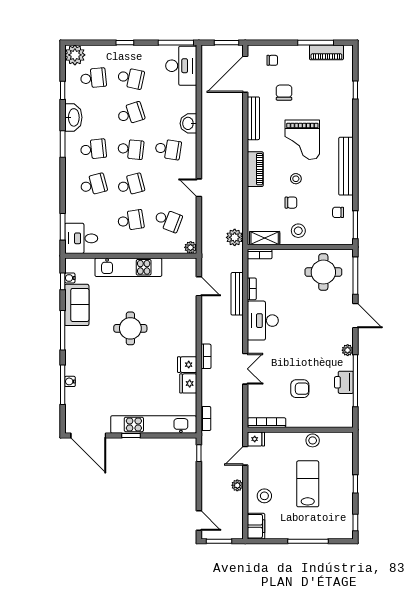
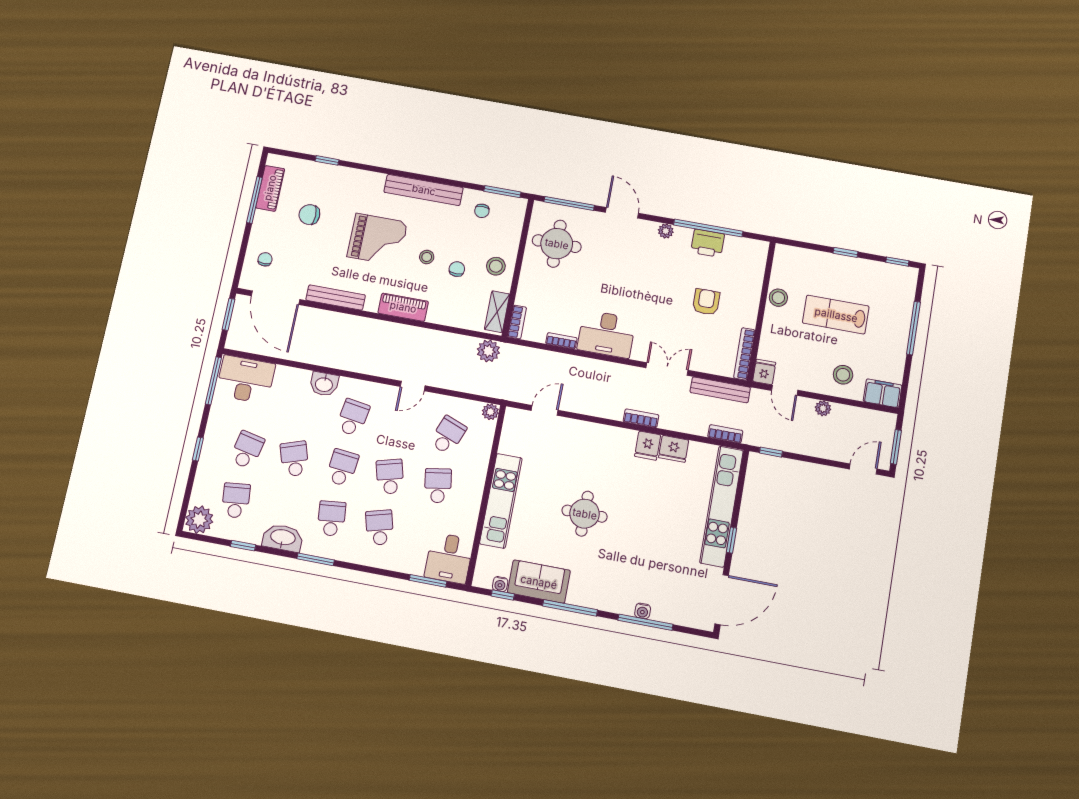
chair: (284, 93) -> (309, 215), moved
bench: (237, 294) -> (720, 390), moved
door: (355, 316) -> (622, 213), hinge flipped

